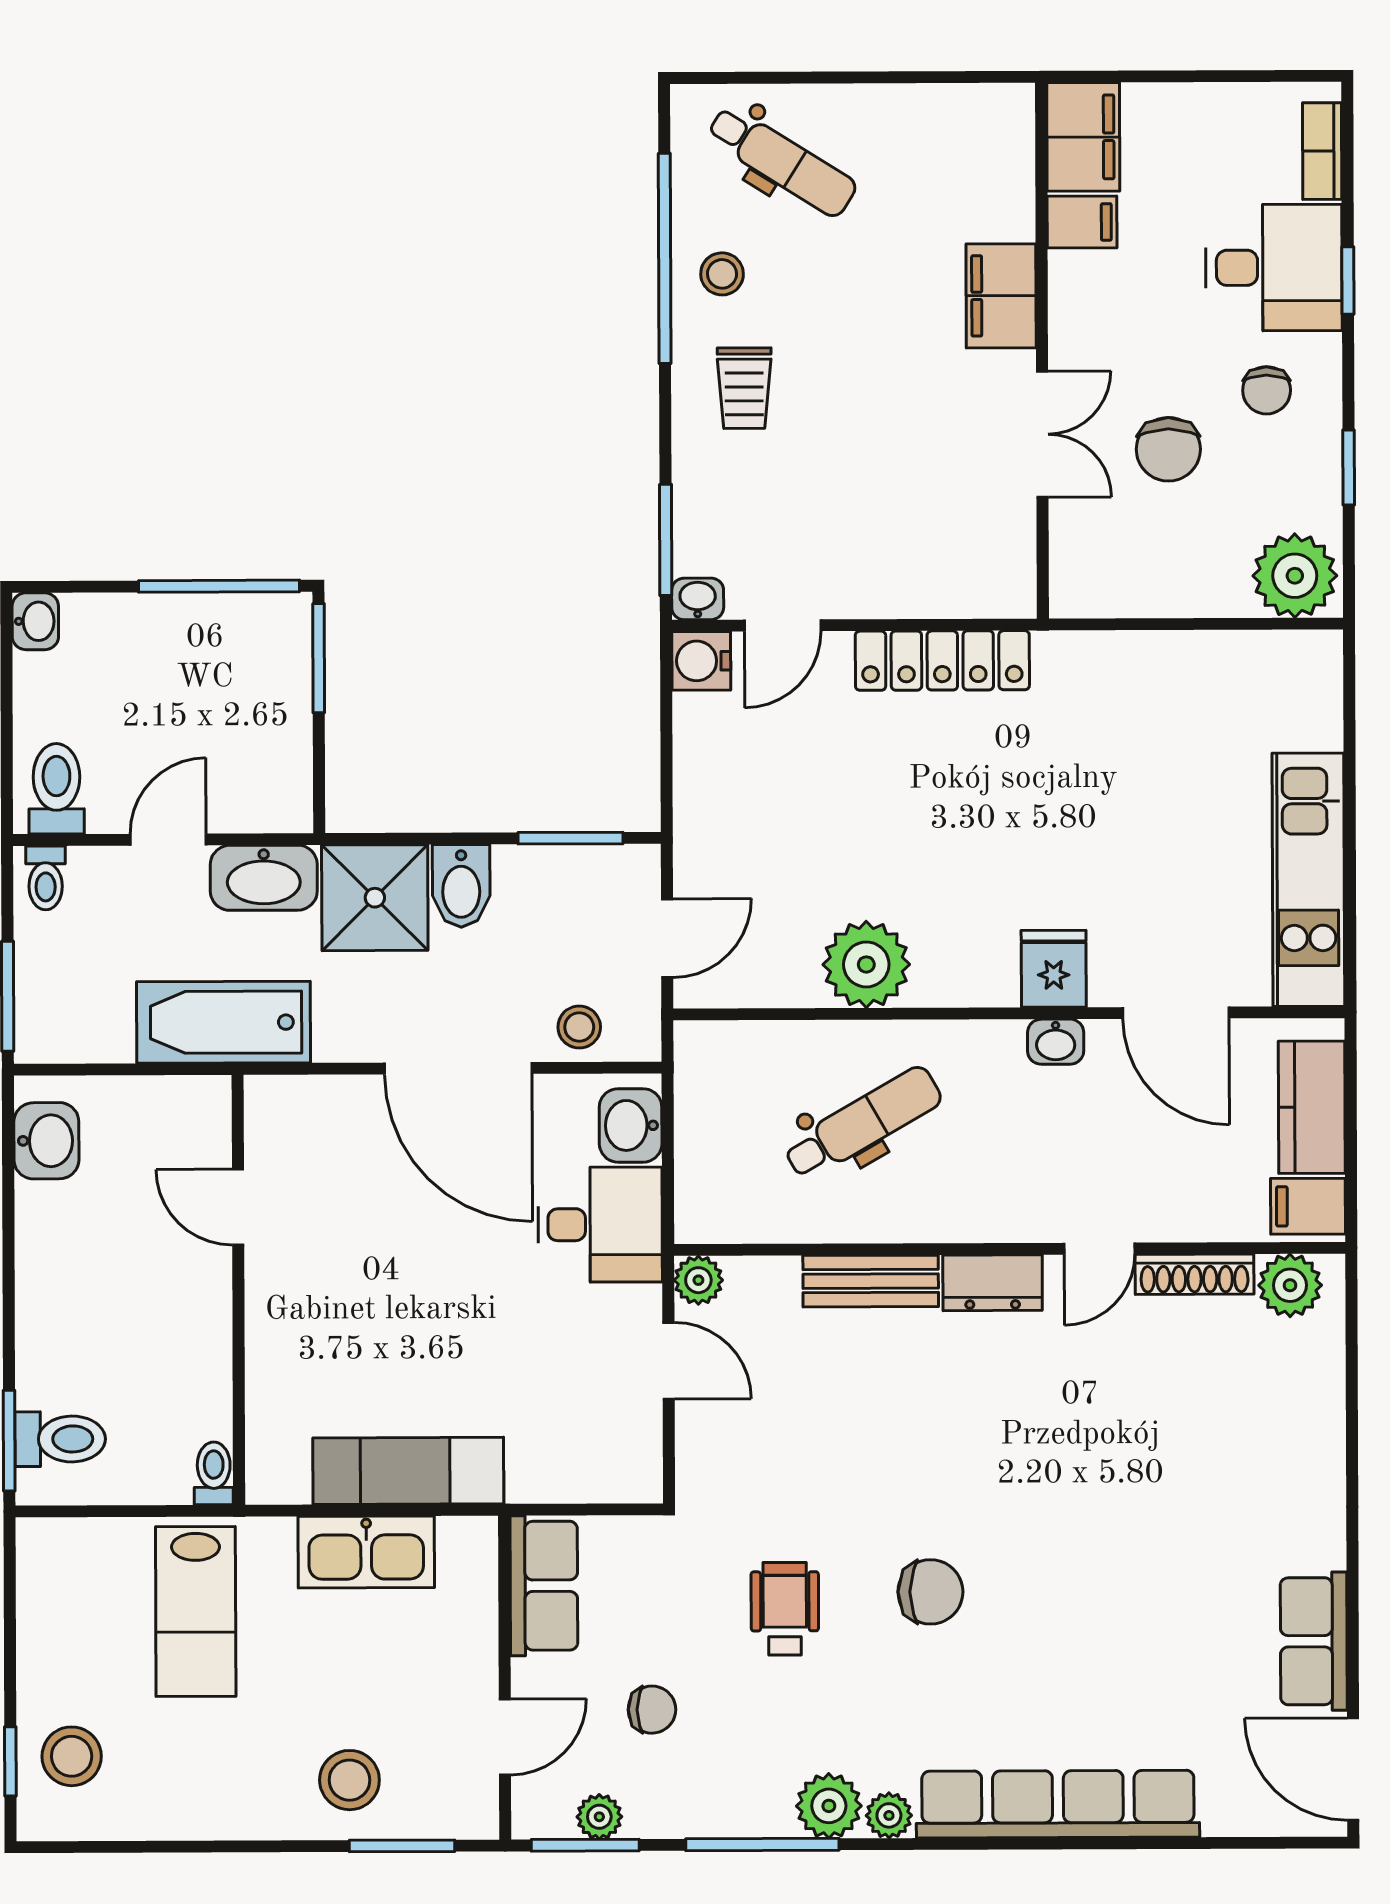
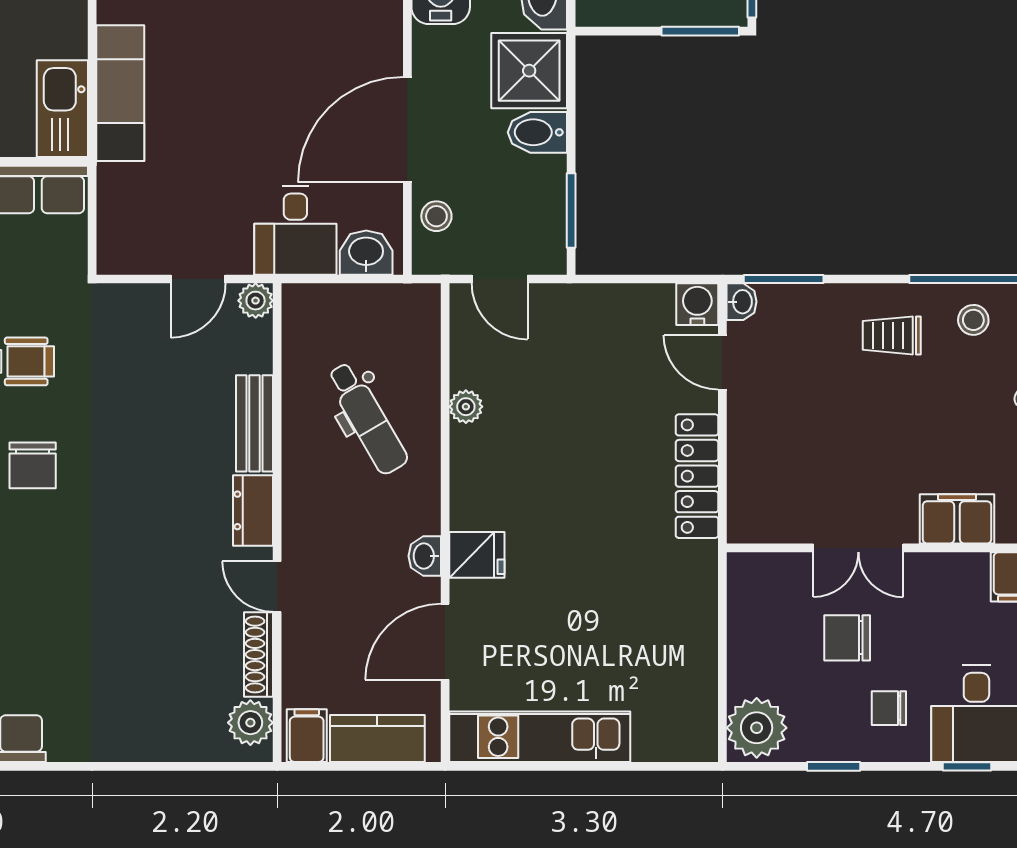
plant: (866, 964) -> (466, 407), width x0.53, depth x0.53
kitchen sink: (366, 1552) -> (62, 109), moved

